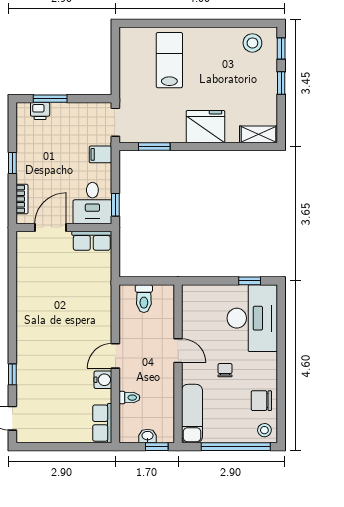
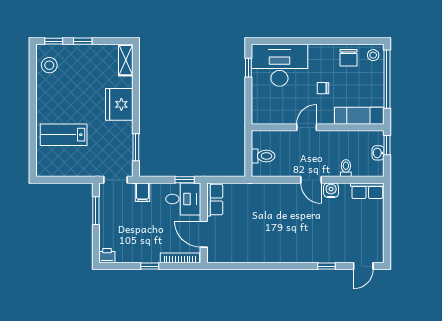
window: (50, 99) -> (96, 211), moved
printer: (40, 111) -> (107, 256), moved, turned -90
bookcase: (22, 199) -> (180, 258), width x1.56

